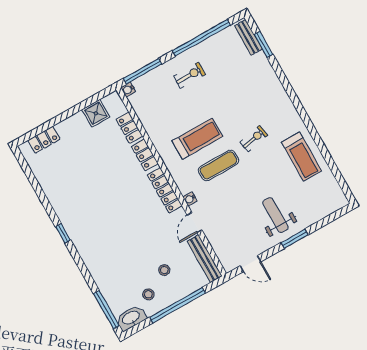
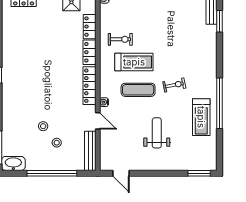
exercise bike: (189, 75) -> (120, 39), moved
window: (313, 131) -> (220, 103), added
weight bench: (275, 215) -> (157, 133), moved
door: (195, 222) -> (98, 121), swing flipped
window: (295, 239) -> (199, 173), moved
stool: (148, 294) -> (43, 126), moved

